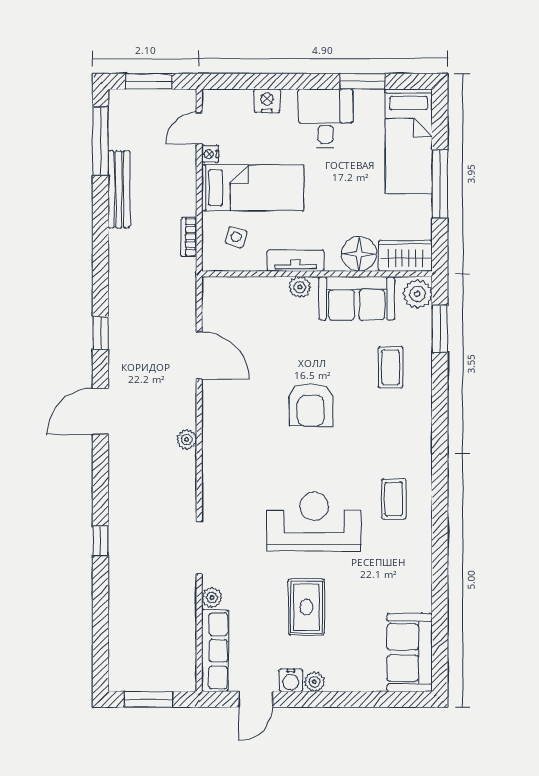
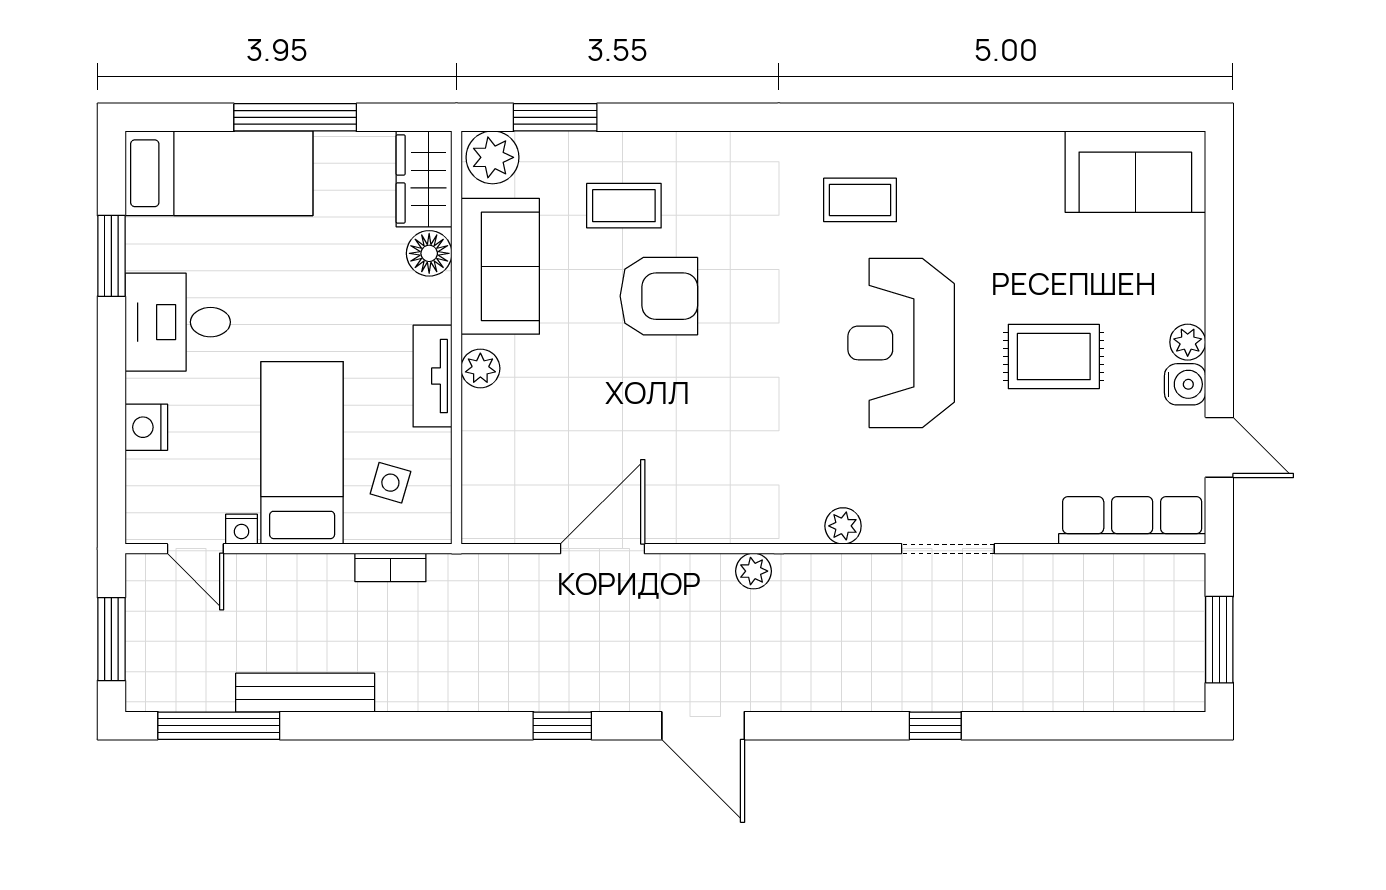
floor lamp: (359, 254) -> (429, 253), width x0.73, depth x0.73
armchair: (311, 405) -> (659, 296), moved
plant: (212, 598) -> (843, 526), moved

